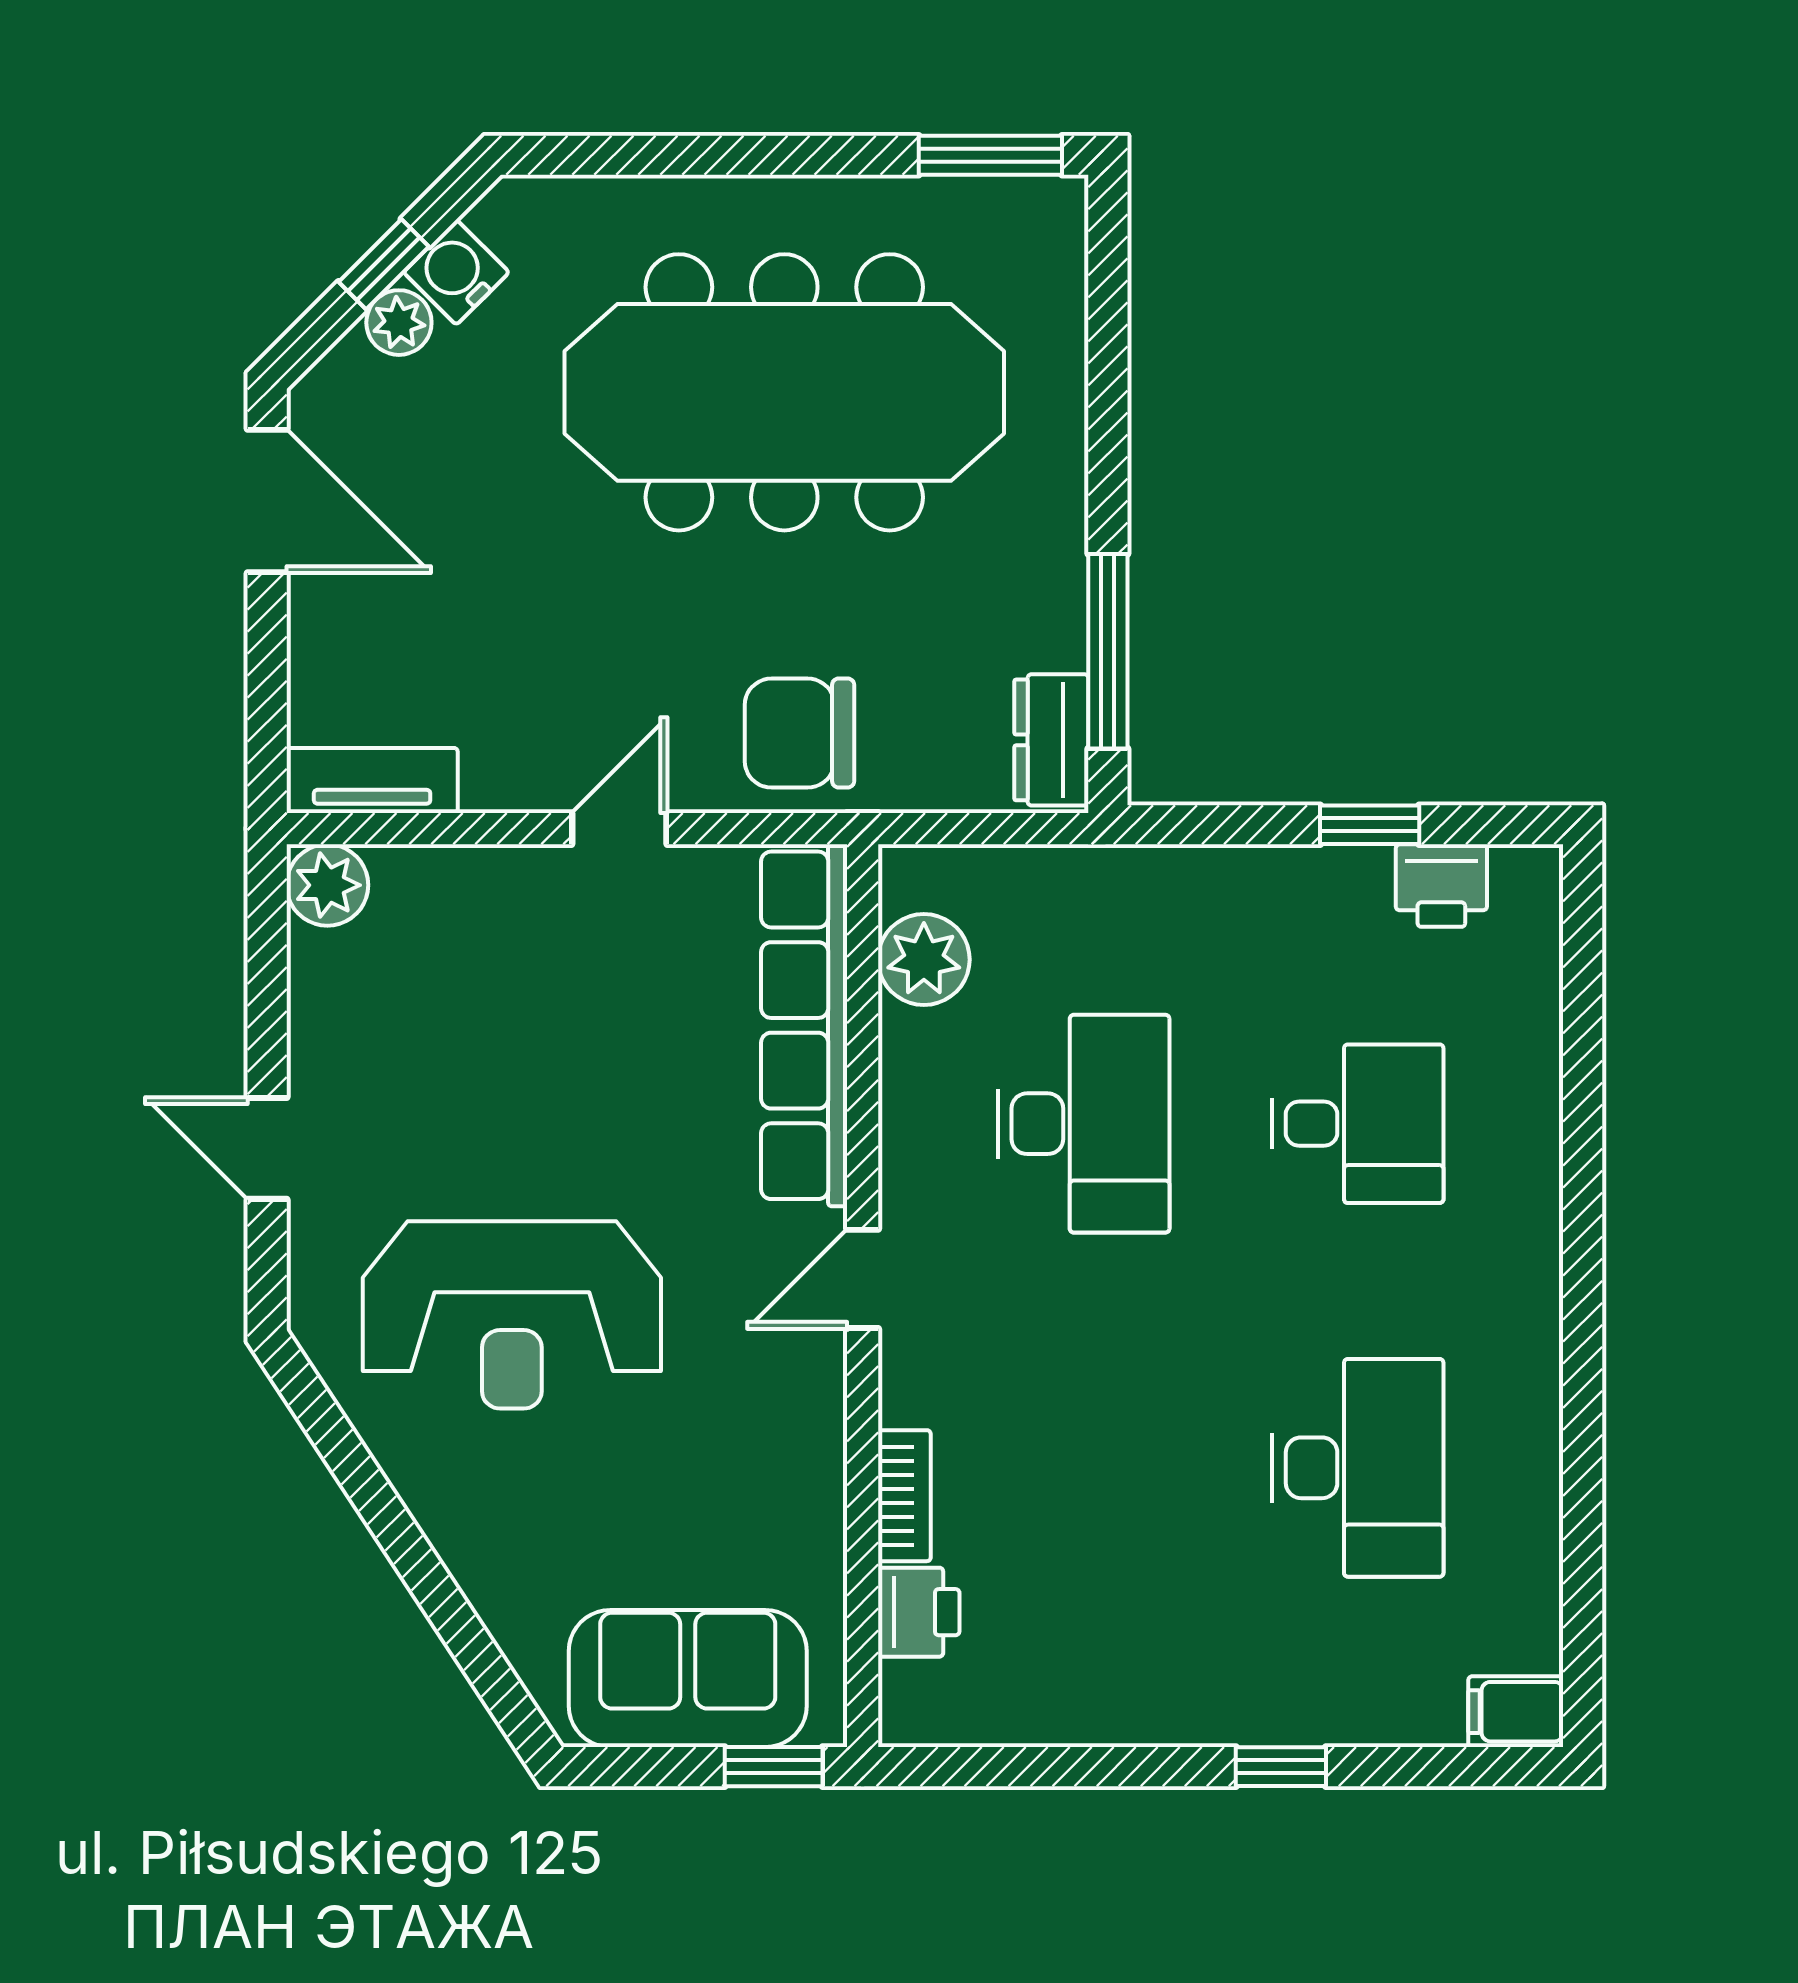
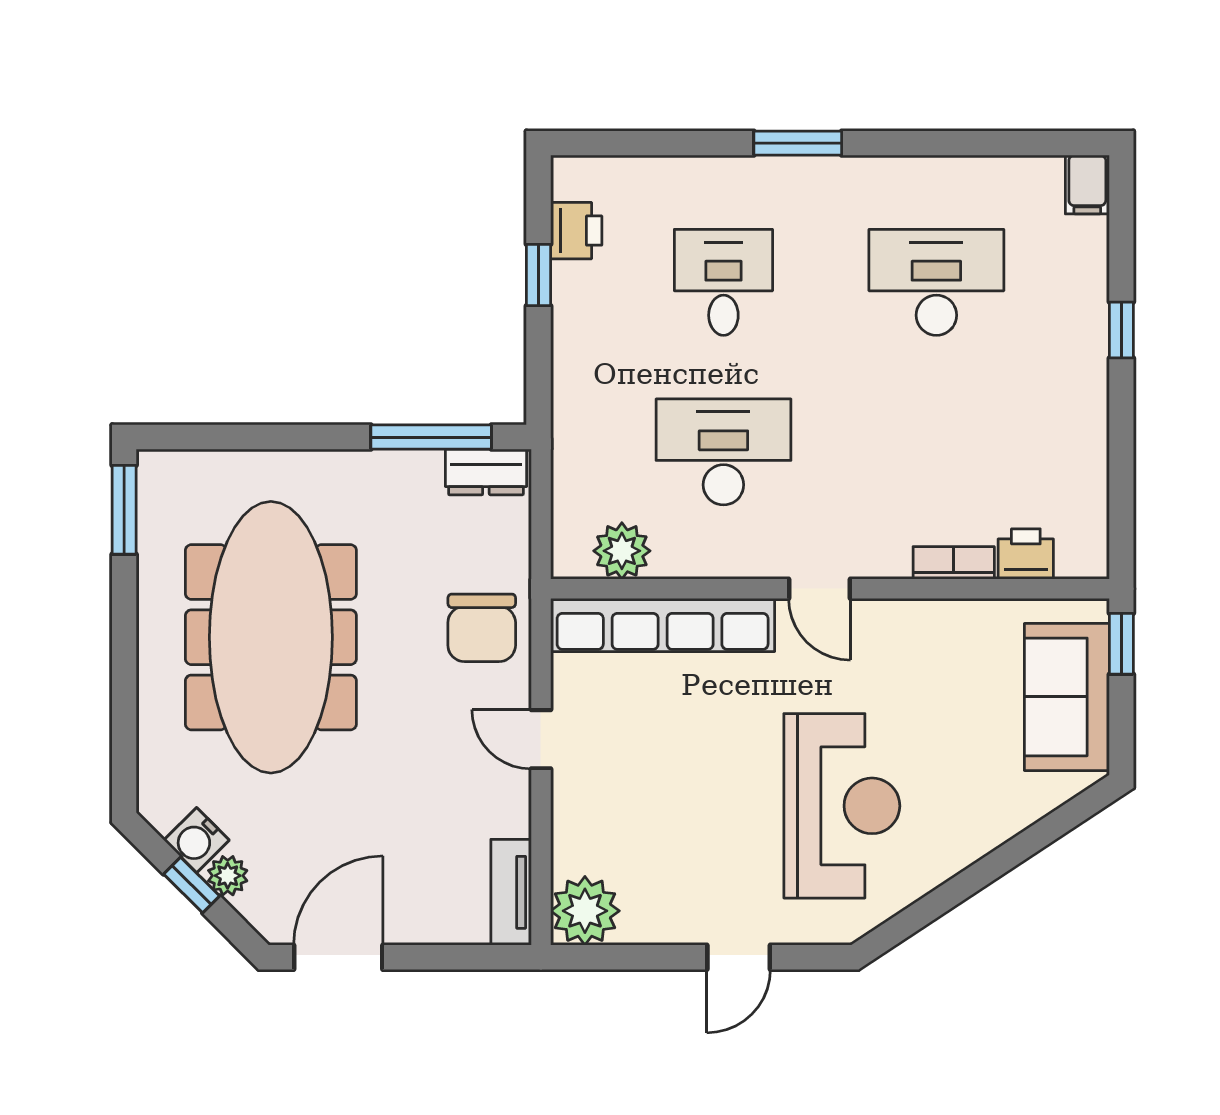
plant: (327, 885) -> (585, 911), width x1.36, depth x1.36
window: (1583, 1244) -> (798, 143), added

